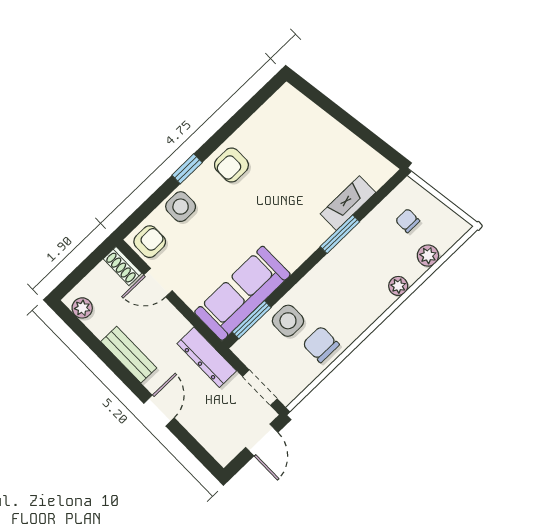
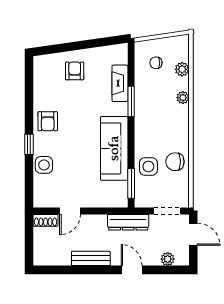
armchair: (150, 242) -> (75, 71), moved
sofa: (242, 293) -> (114, 148), moved
plant: (82, 308) -> (168, 259), moved

